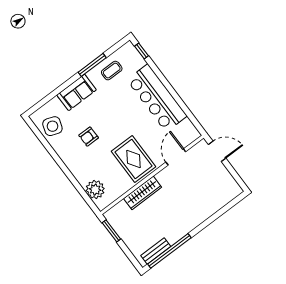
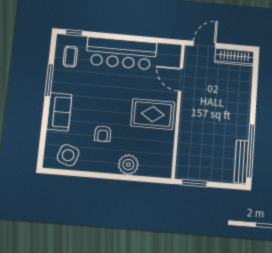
coffee table: (112, 71) -> (70, 57), moved
plant: (95, 190) -> (128, 165), moved
wardrobe: (143, 193) -> (234, 57), moved, turned 90
bench: (156, 251) -> (241, 162), width x1.36

